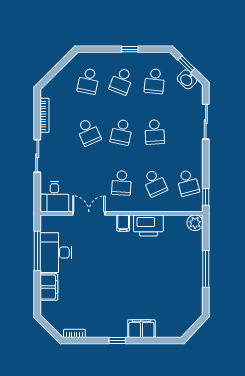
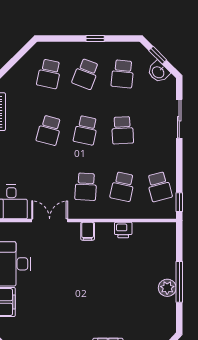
school desk: (88, 132) -> (49, 130), turned 39
school desk: (155, 183) -> (123, 187), turned 36
plant: (195, 223) -> (167, 288), moved
printer: (148, 225) -> (123, 230), width x0.53, depth x0.68

